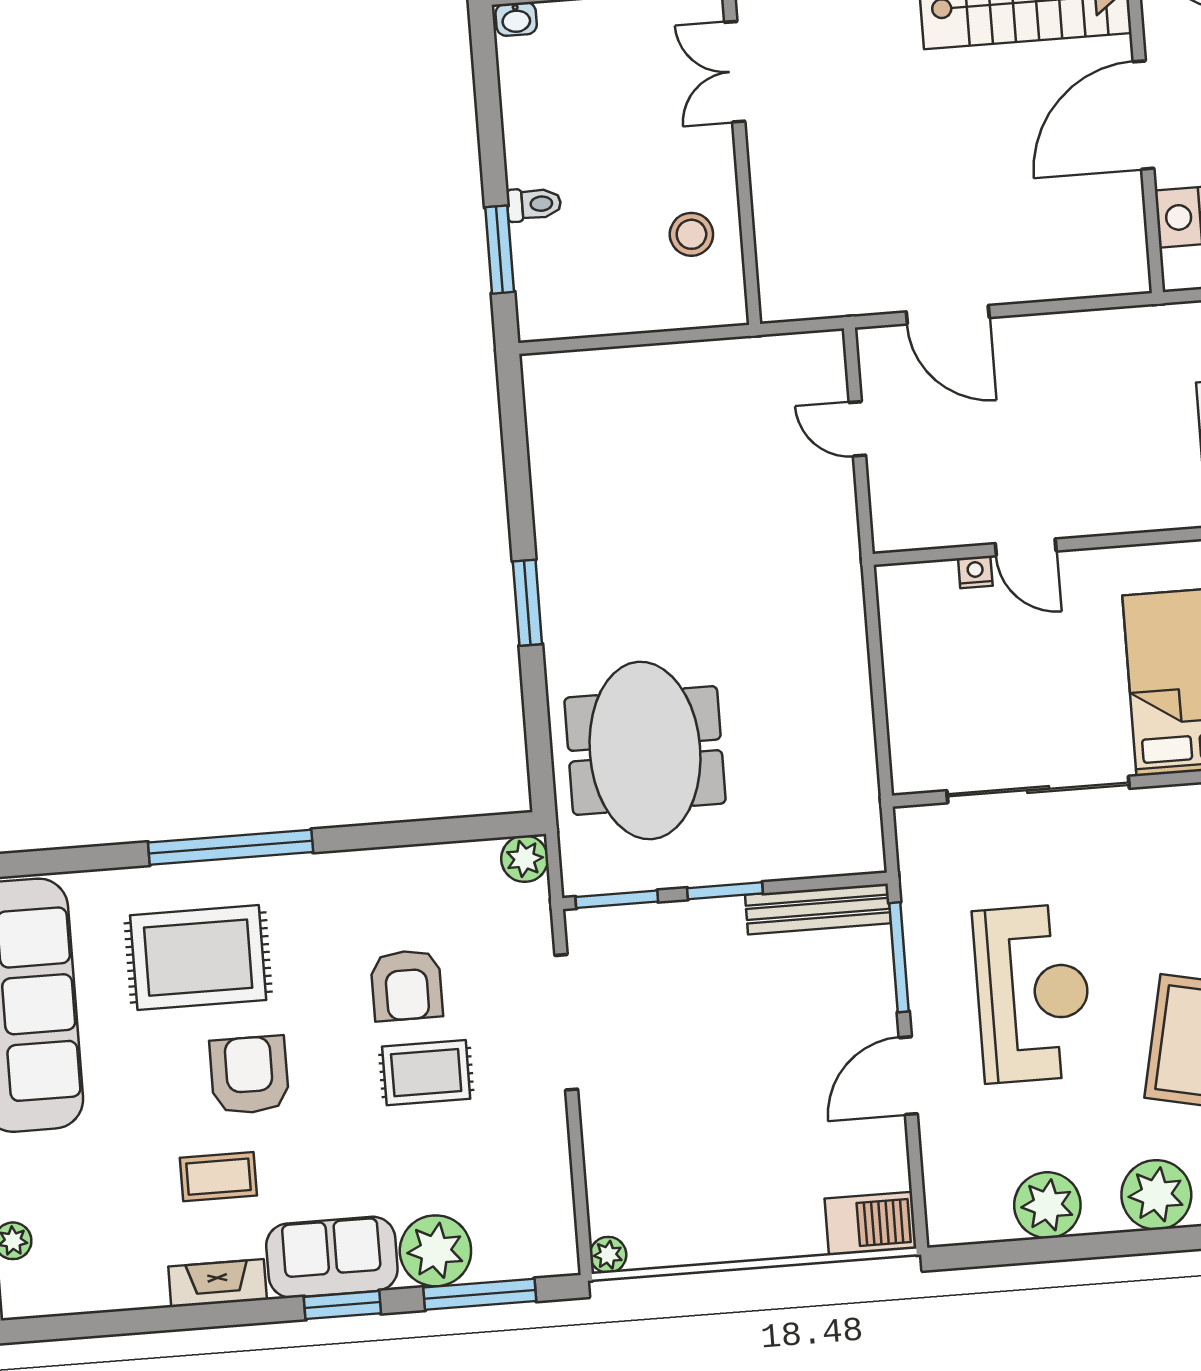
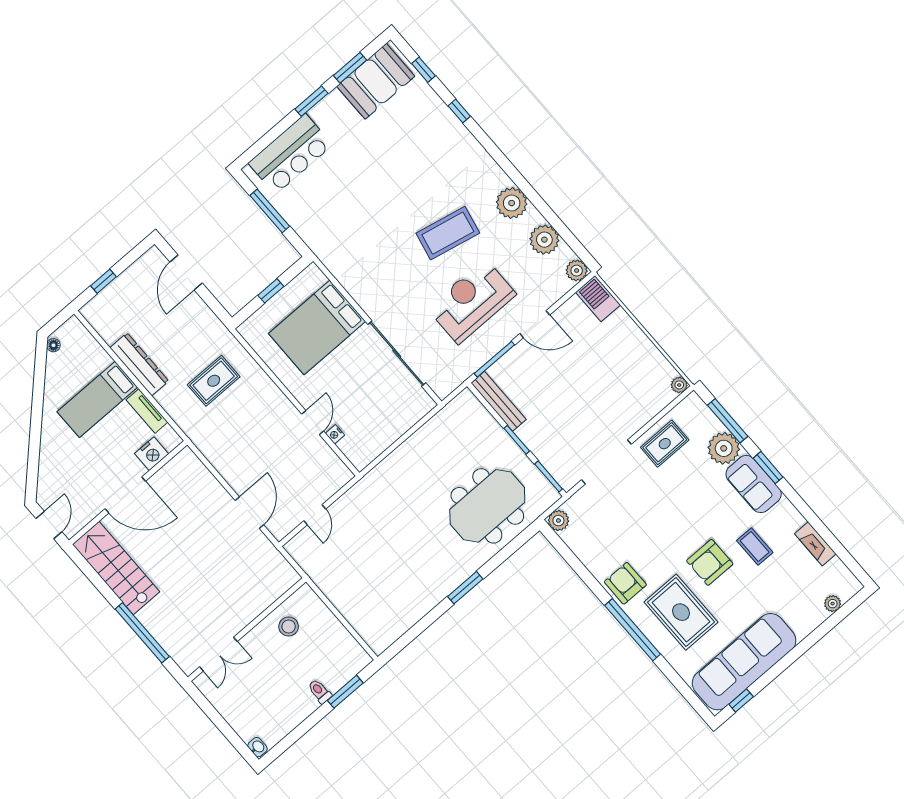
armchair: (407, 985) -> (625, 583), moved, turned -90
rug: (426, 1073) -> (665, 444), moved, turned 90
plant: (949, 1222) -> (577, 271), added
fireplace: (218, 1283) -> (815, 544), moved

